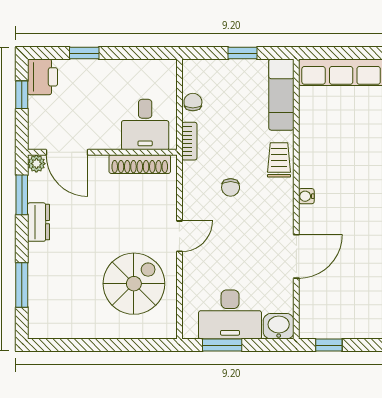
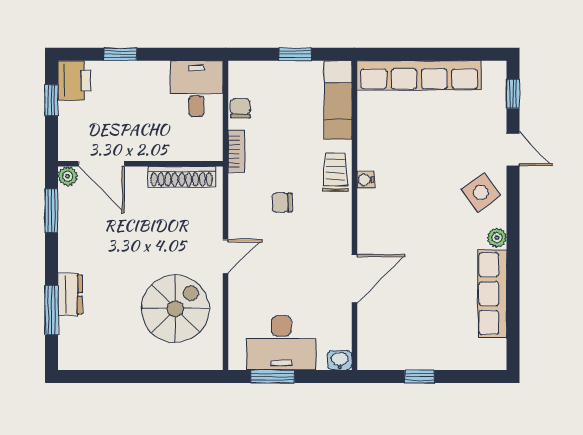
desk: (145, 125) -> (196, 89), moved, turned 180
chair: (231, 187) -> (282, 203), turned 90
water cooler: (306, 196) -> (366, 180), moved
dresser: (39, 222) -> (70, 294), moved
washbasin: (279, 326) -> (340, 360), width x0.72, depth x0.69
window: (329, 345) -> (420, 377), moved

